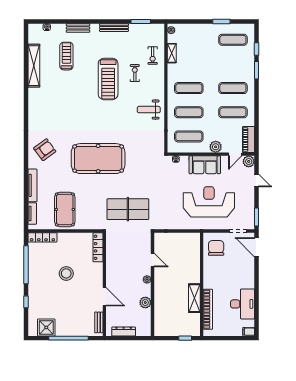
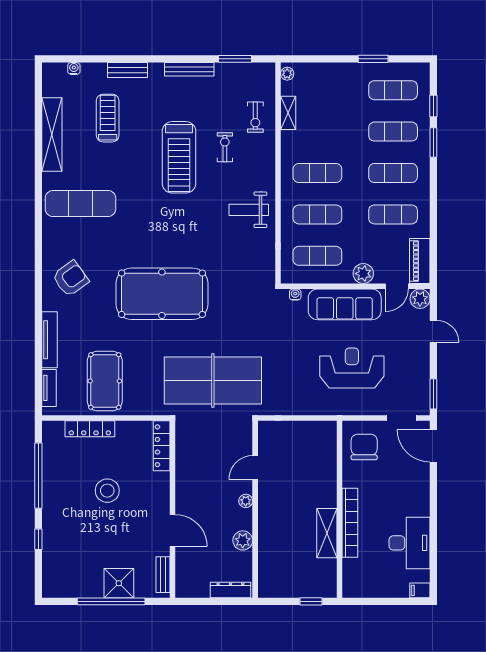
exercise mat: (233, 64) -> (393, 132), added
exercise mat: (51, 106) -> (80, 203), added
sofa: (205, 165) -> (345, 304), width x1.36
reception desk: (209, 202) -> (352, 368), width x0.74, depth x0.77
table tennis table: (128, 209) -> (213, 380), width x1.36, depth x1.32
locker: (42, 237) -> (90, 429), moved
door: (152, 260) -> (255, 468), swing flipped
bookcase: (208, 309) -> (350, 523), moved
shower: (46, 327) -> (119, 583), moved
dresser: (124, 331) -> (230, 590), moved

